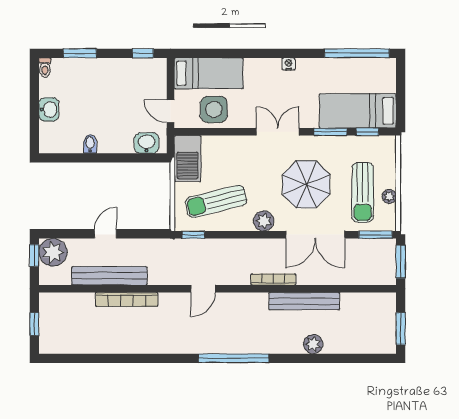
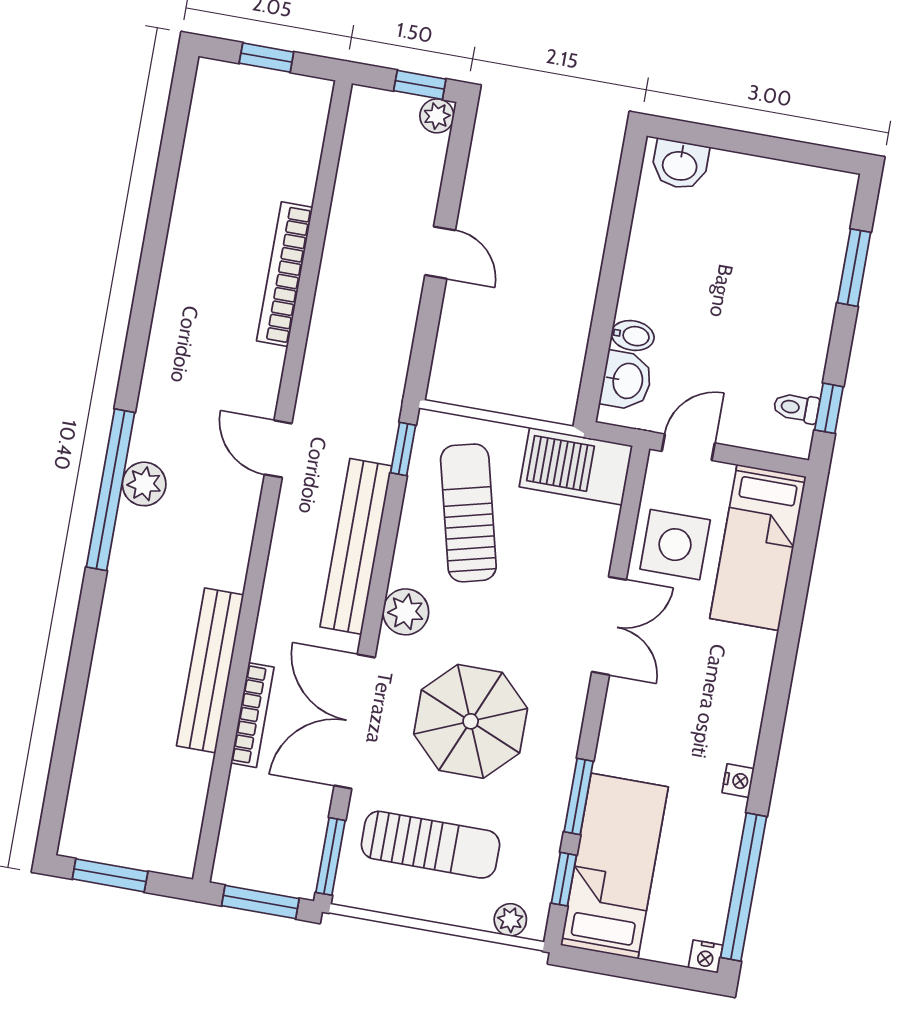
nightstand: (288, 64) -> (738, 781), moved
nightstand: (390, 64) -> (706, 956), added
toilet: (45, 67) -> (796, 408), moved
washbasin: (49, 109) -> (680, 165), moved
double door: (278, 132) -> (609, 626), moved
bidet: (90, 144) -> (633, 336), moved
sun lounger: (363, 192) -> (430, 845), turned 180
plant: (389, 196) -> (510, 920), moved
plant: (53, 252) -> (437, 116), width x0.53, depth x0.53
bench: (109, 276) -> (356, 546), moved
bookcase: (273, 279) -> (252, 715), moved
plant: (313, 344) -> (144, 484), moved

